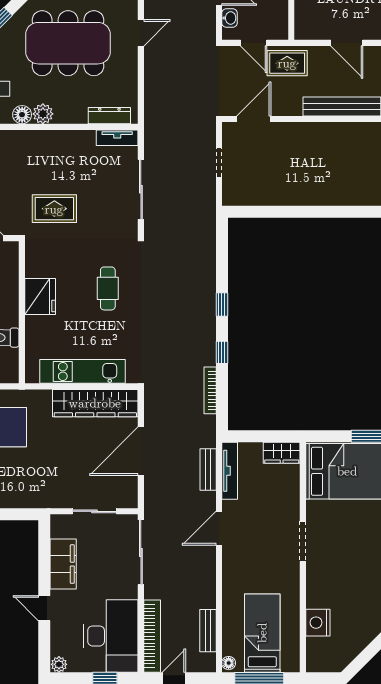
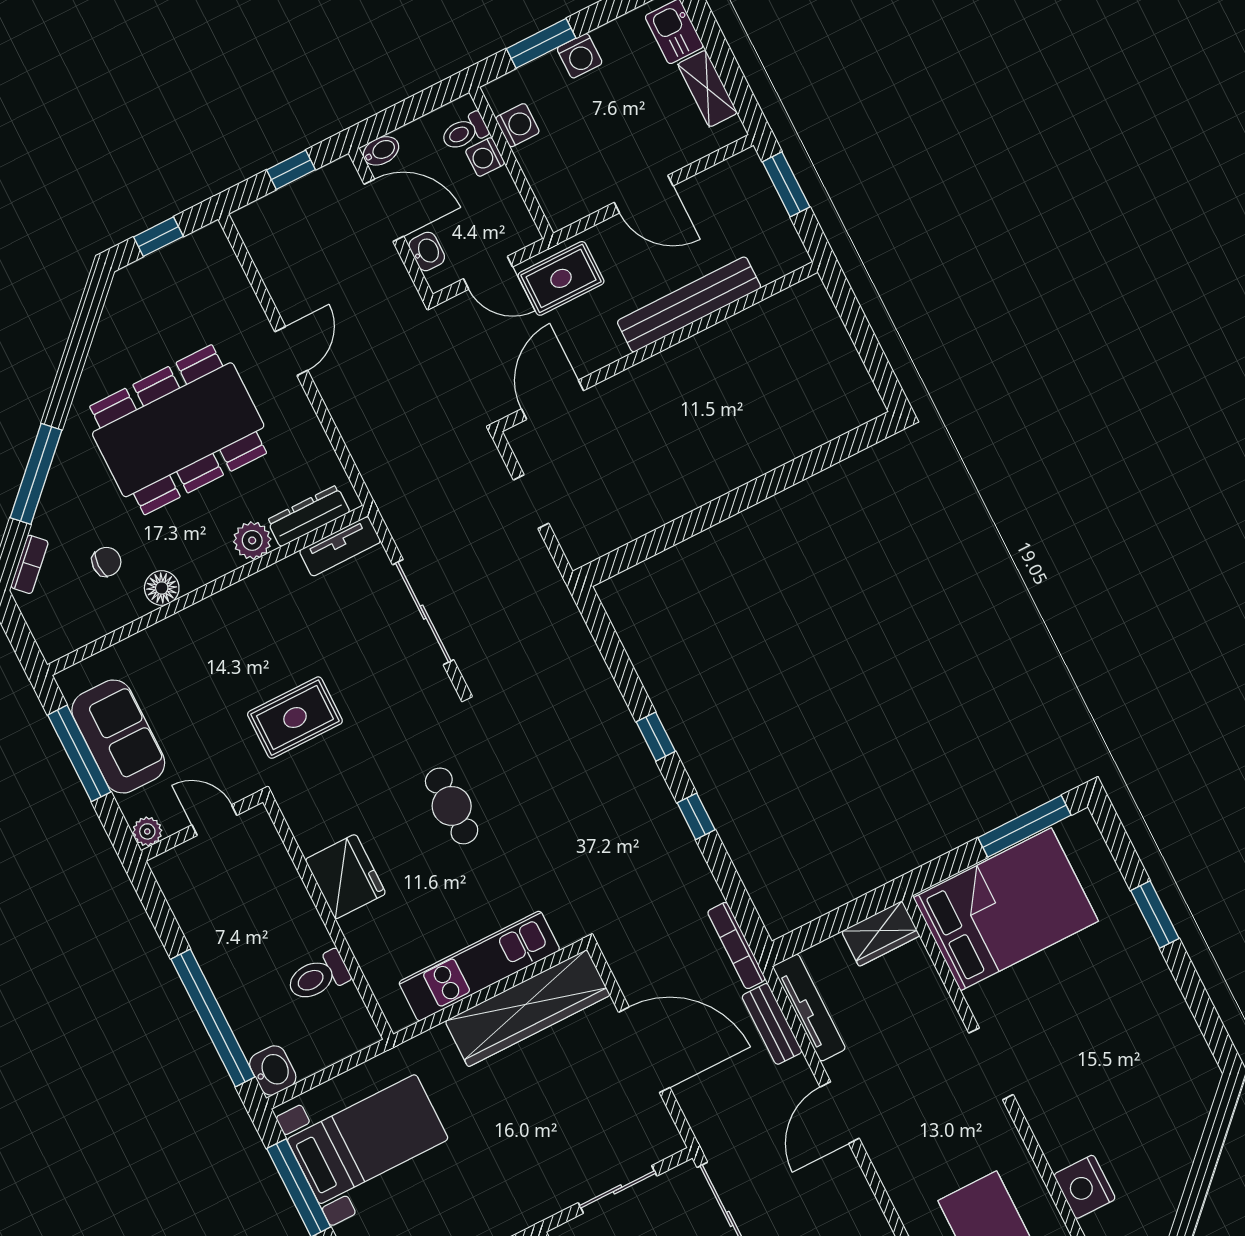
plant: (43, 114) -> (252, 540), moved
bookcase: (210, 390) -> (736, 946), moved
door: (141, 451) -> (644, 1050), swing flipped

